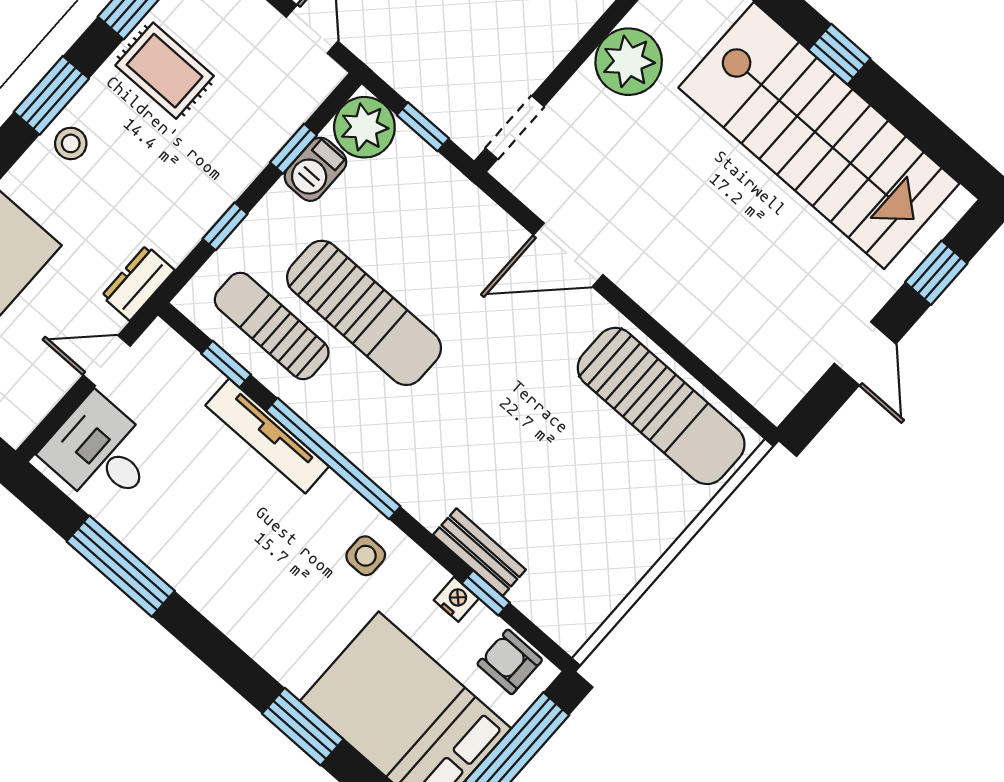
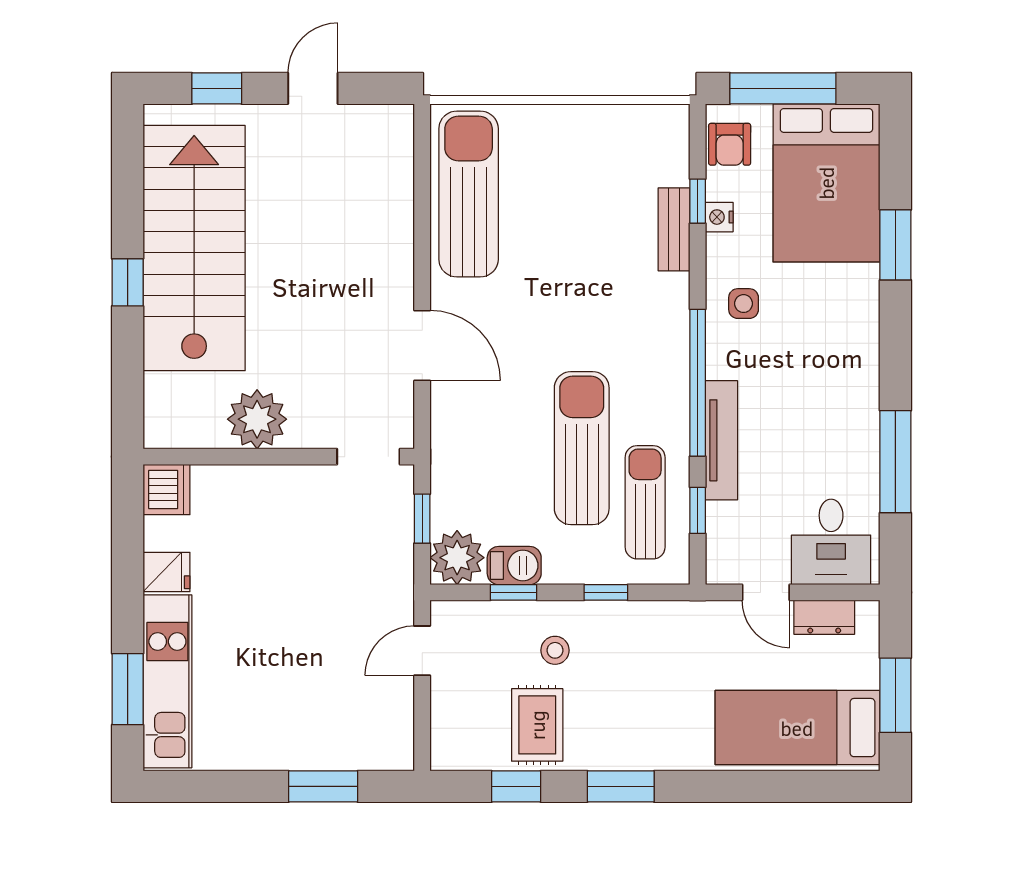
stool: (71, 143) -> (555, 650), moved
dresser: (138, 283) -> (824, 617), moved
sun lounger: (272, 326) -> (645, 502), turned 180

